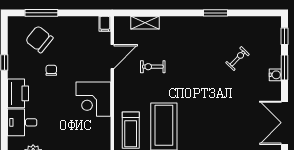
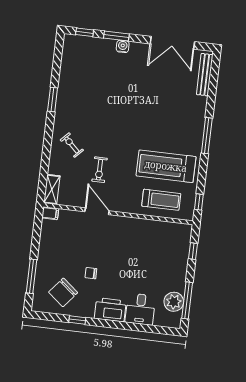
shelving: (145, 23) -> (52, 189), moved
chair: (39, 39) -> (63, 292), moved
door: (112, 57) -> (97, 211), moved
exercise bike: (238, 58) -> (72, 145), moved
corner desk: (93, 99) -> (125, 234), removed

